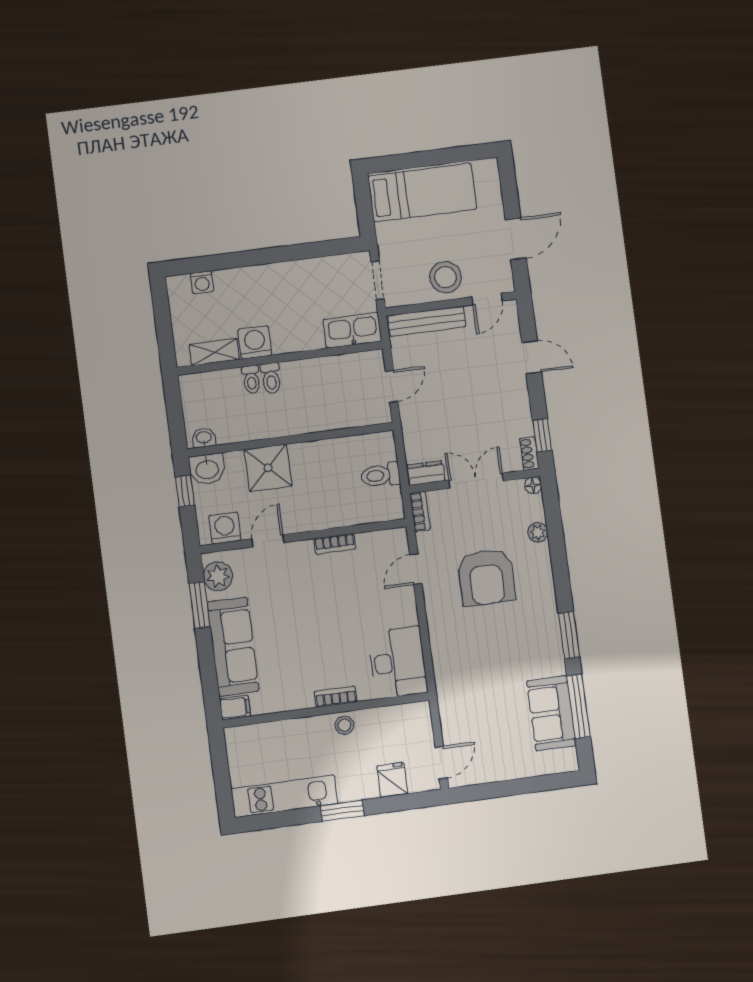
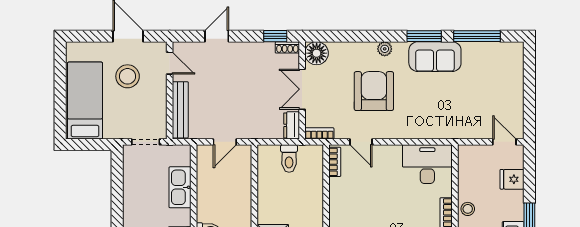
stool: (446, 277) -> (128, 76), moved
kitchen sink: (352, 330) -> (180, 187), moved
door: (392, 386) -> (225, 142), swing flipped
floor lamp: (533, 485) -> (317, 53), width x1.89, depth x1.89
plant: (538, 532) -> (385, 49), moved
bookcase: (335, 544) -> (335, 162), moved
armchair: (486, 577) -> (374, 91), turned -90
sofa: (551, 713) -> (435, 57), moved

